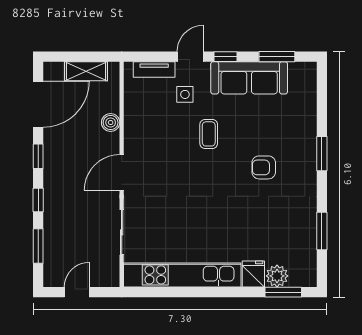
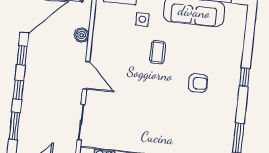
window: (322, 154) -> (245, 77), width x0.67
armchair: (264, 167) -> (198, 83), turned 180
door: (122, 172) -> (86, 75), swing flipped

